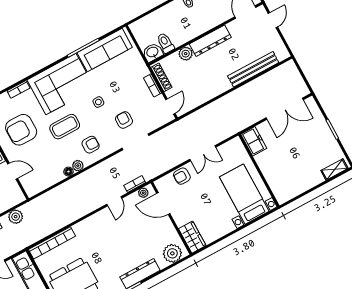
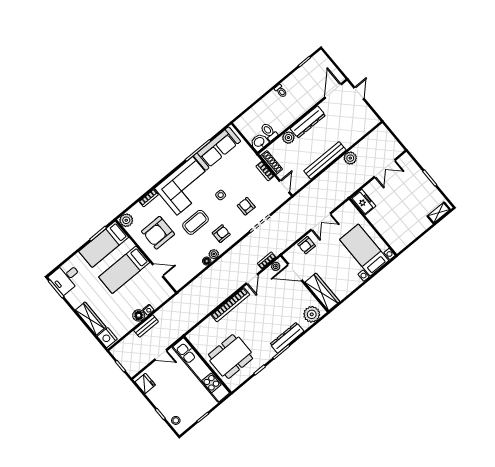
bench: (253, 69) -> (325, 160), moved
double door: (285, 109) -> (385, 168), width x0.73
plant: (16, 217) -> (350, 158), moved
wardrobe: (192, 237) -> (322, 292), width x1.50
bookcase: (52, 243) -> (230, 305), moved

